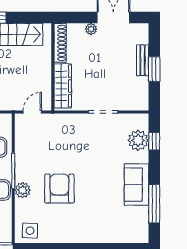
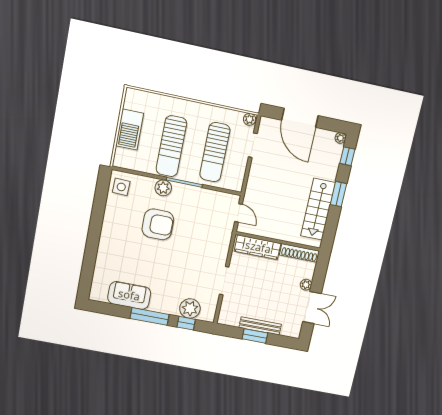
bench: (143, 60) -> (260, 326), width x1.36
sofa: (136, 185) -> (129, 295), moved
window: (154, 204) -> (150, 316), moved

